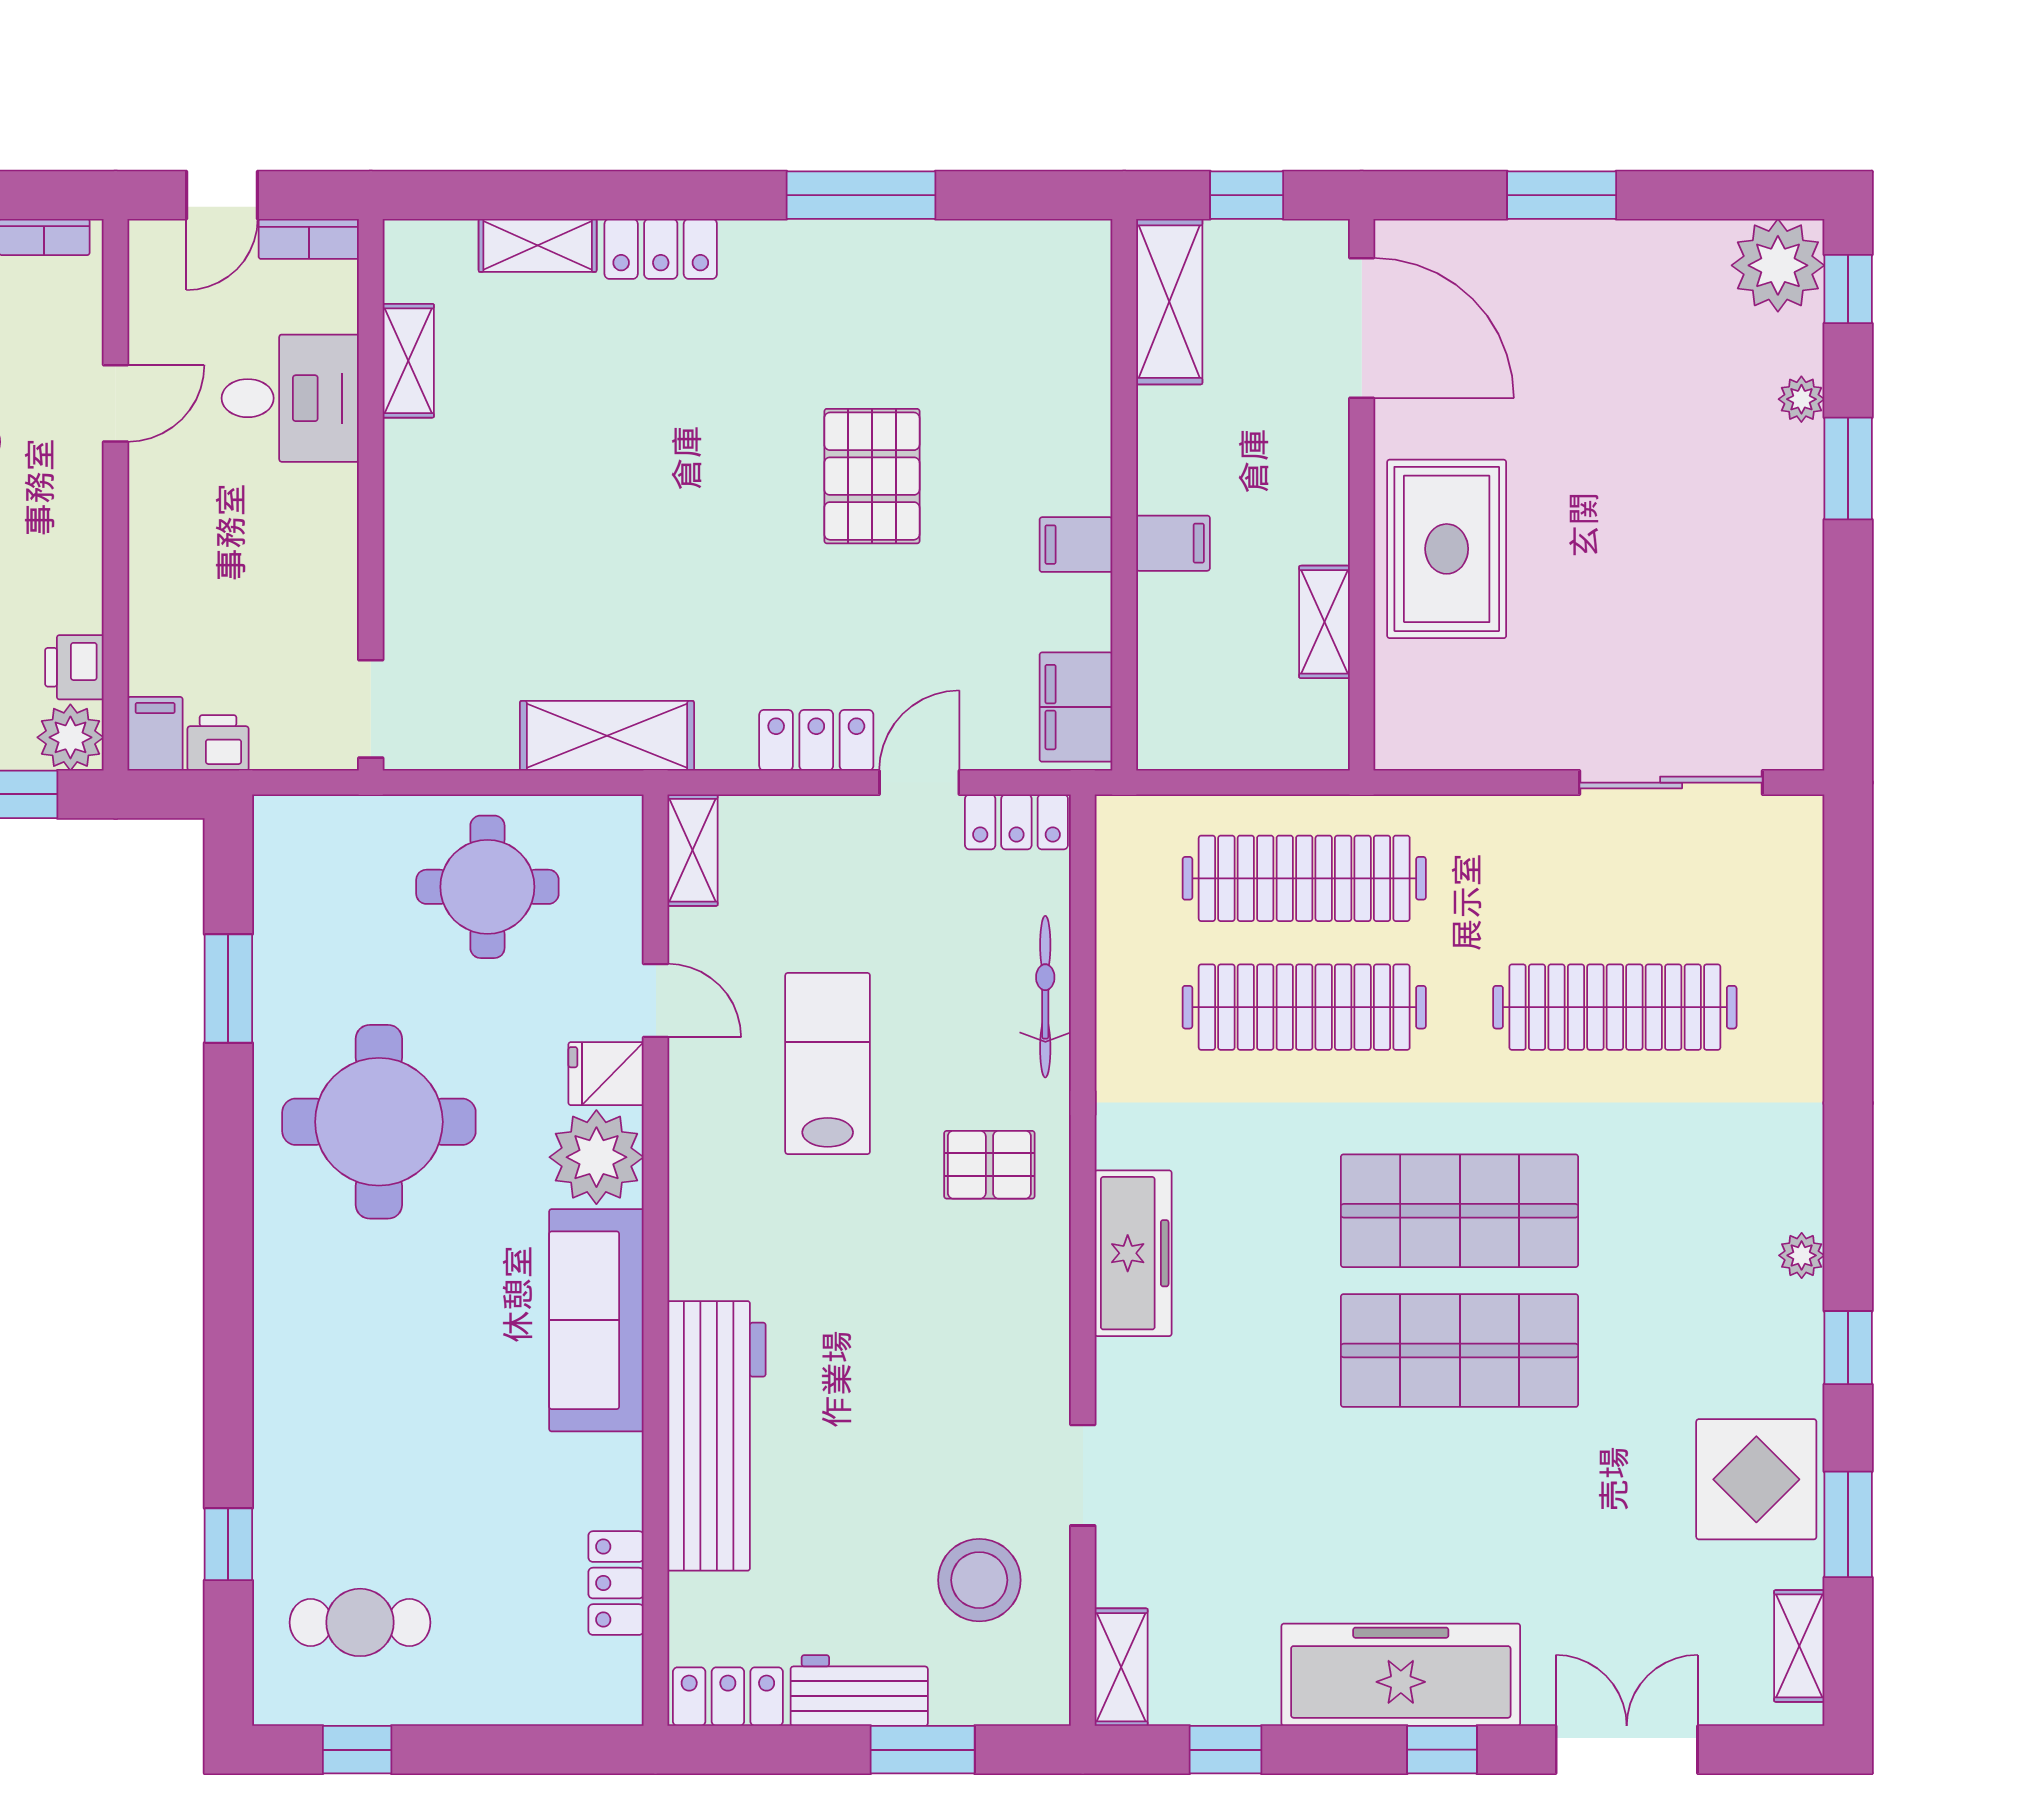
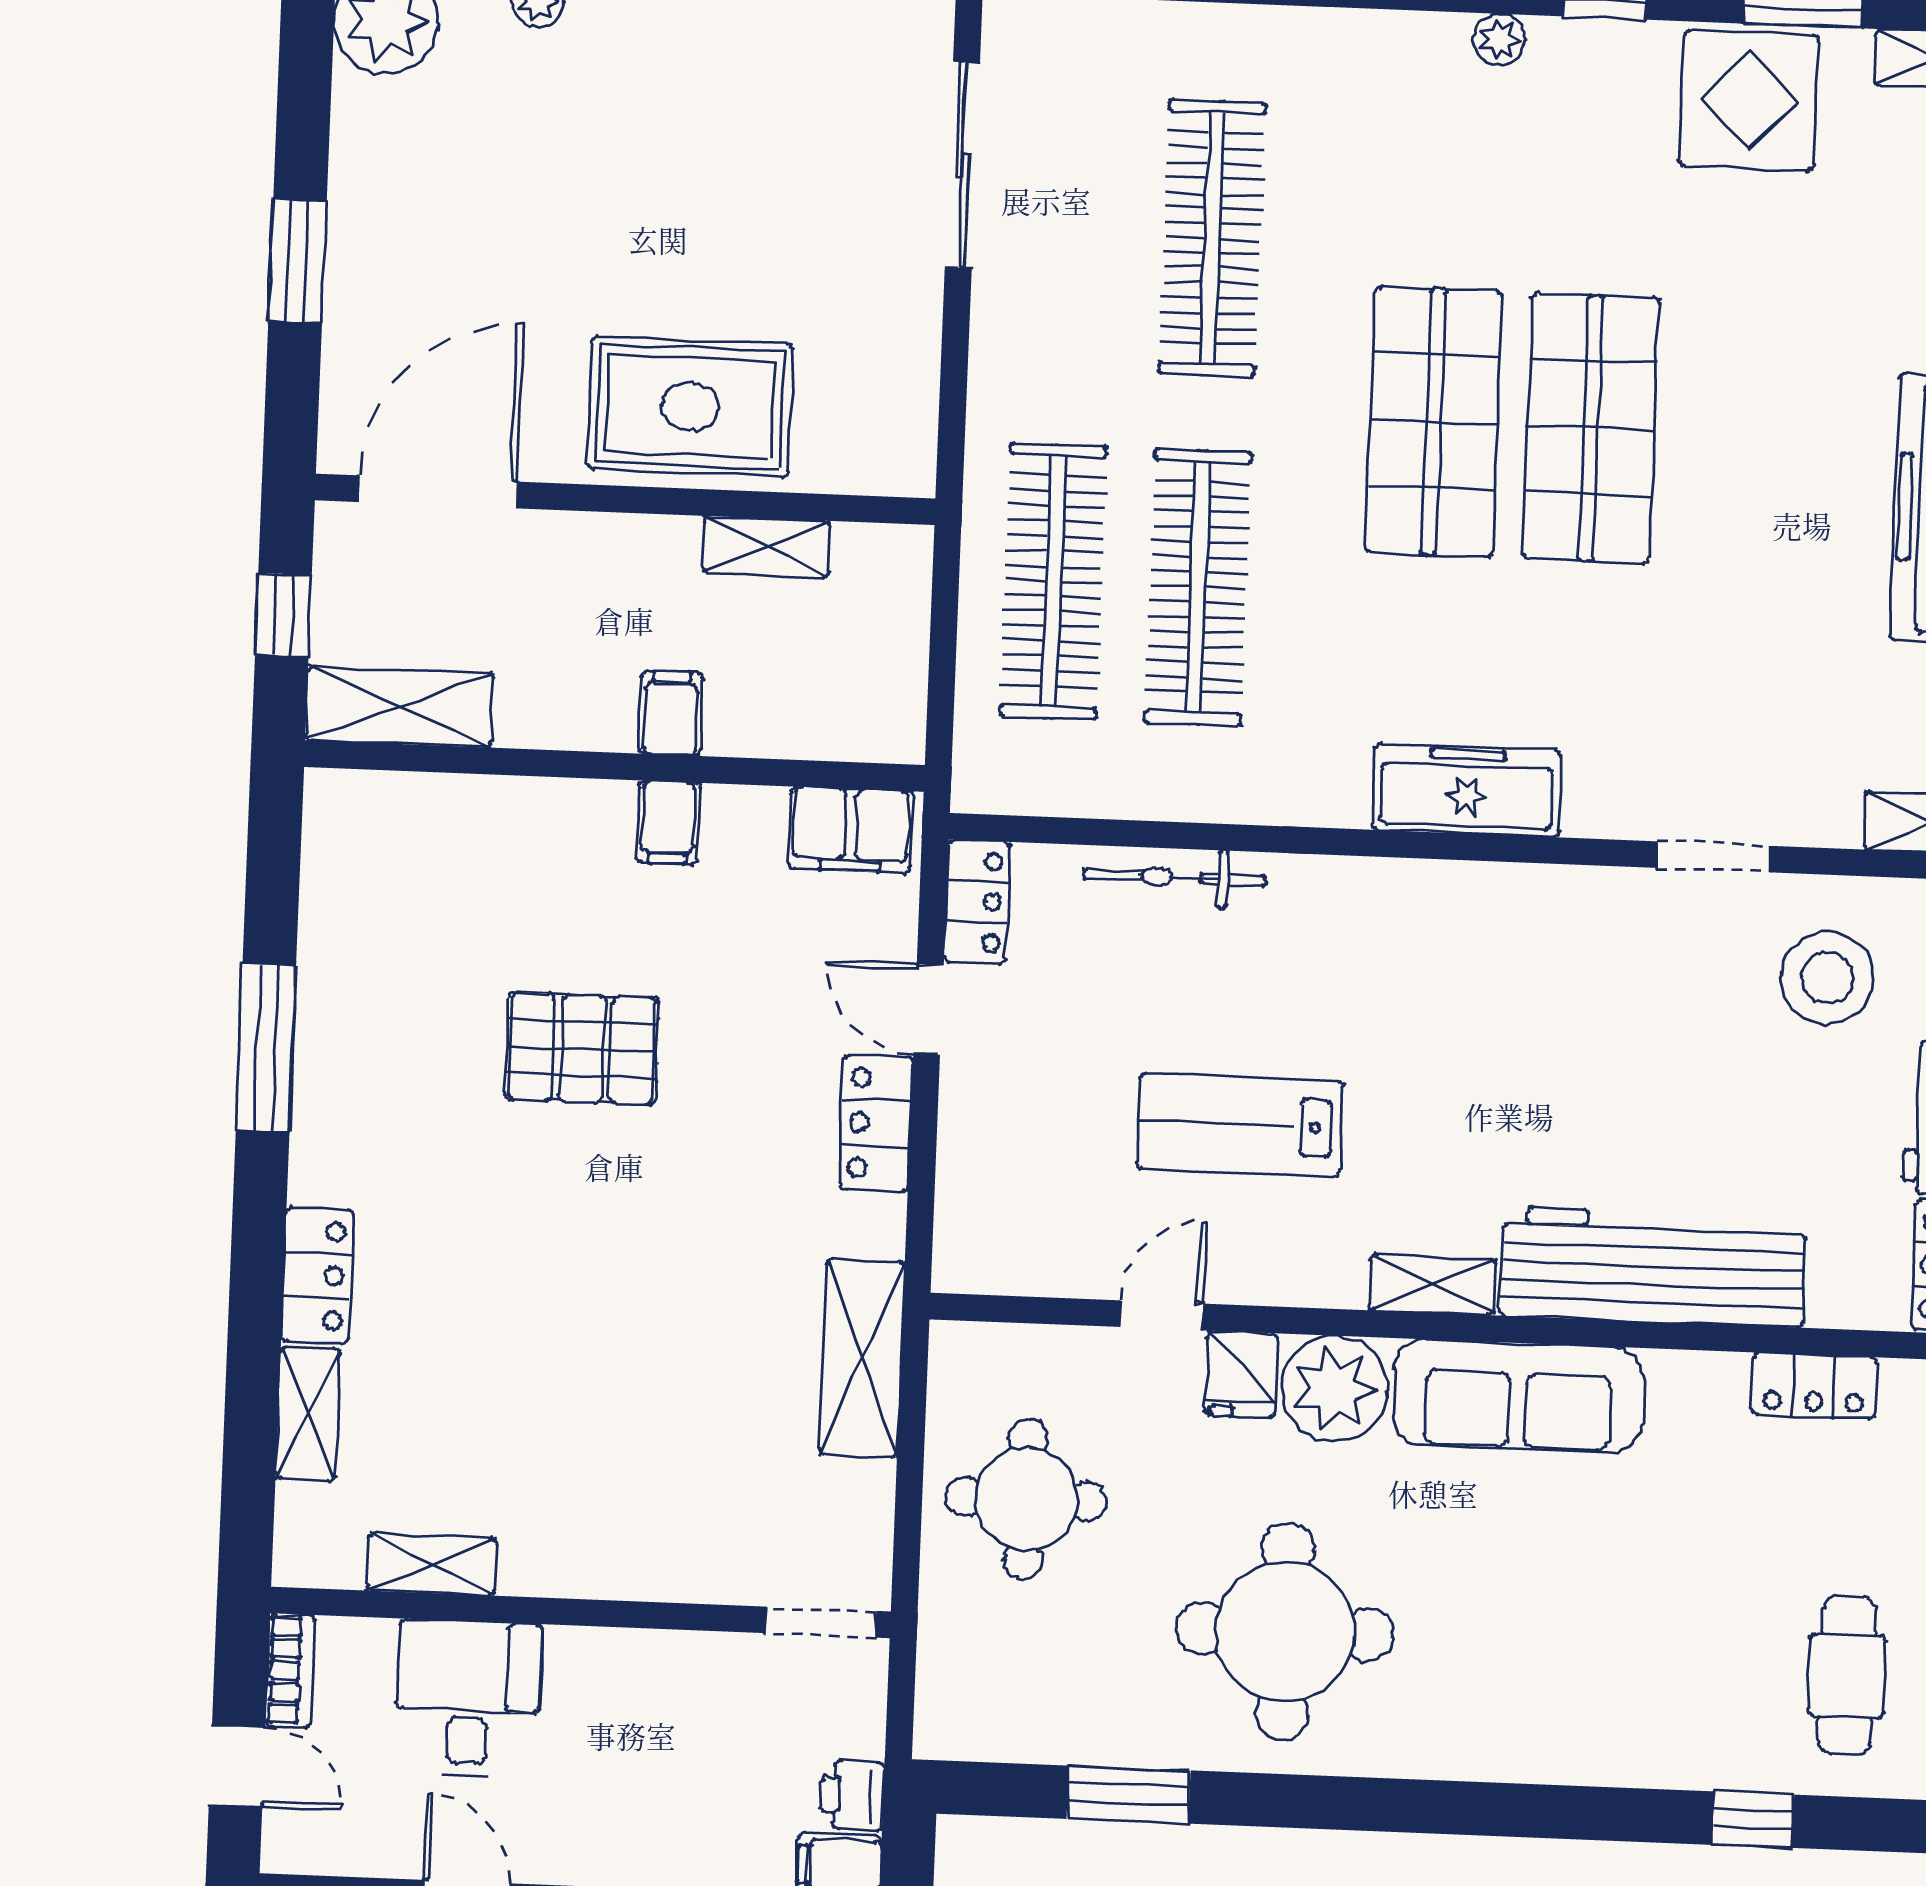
shelving: (693, 850) -> (1433, 1285), moved
pallet: (989, 1165) -> (1361, 948), removed

